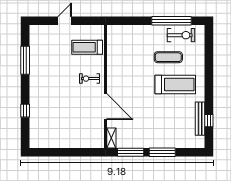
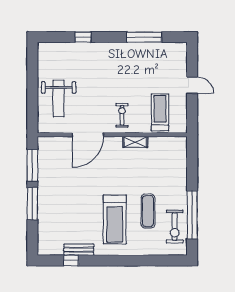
bench: (200, 119) -> (79, 250), width x0.73
weight bench: (76, 131) -> (59, 98), added
shelving: (111, 138) -> (135, 142), moved

